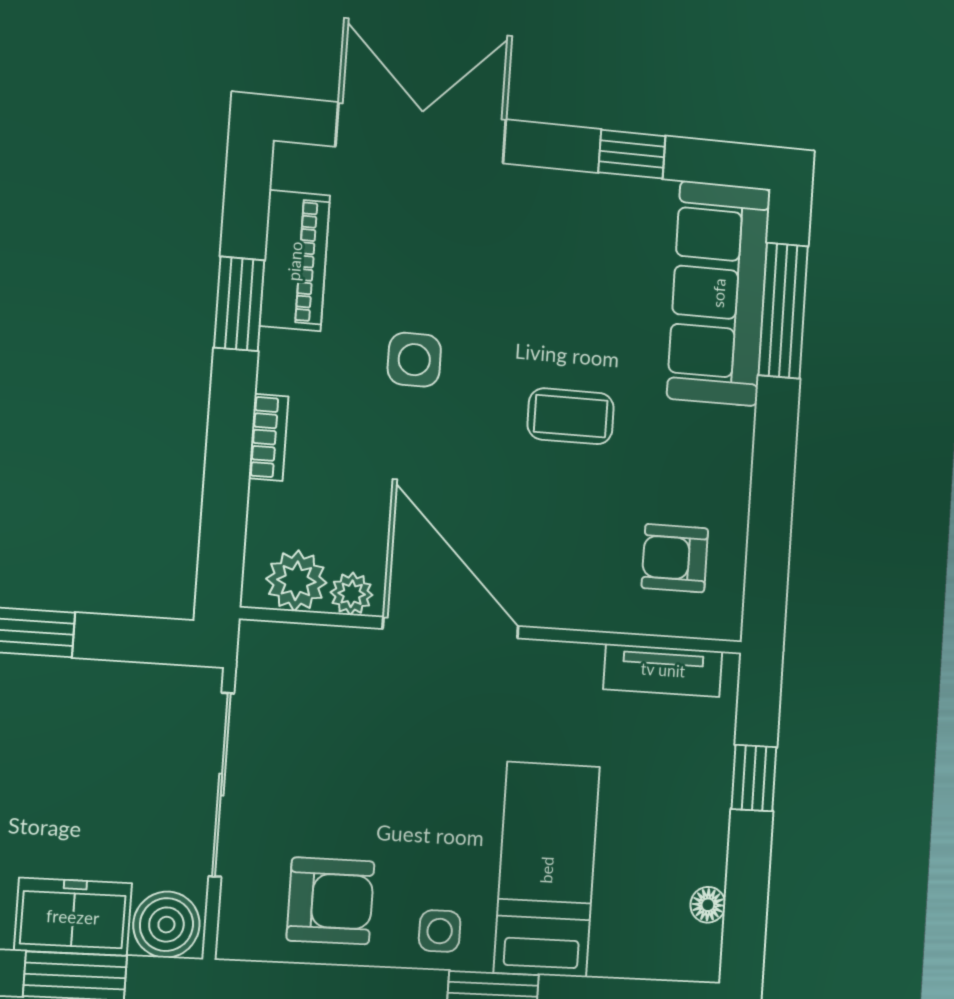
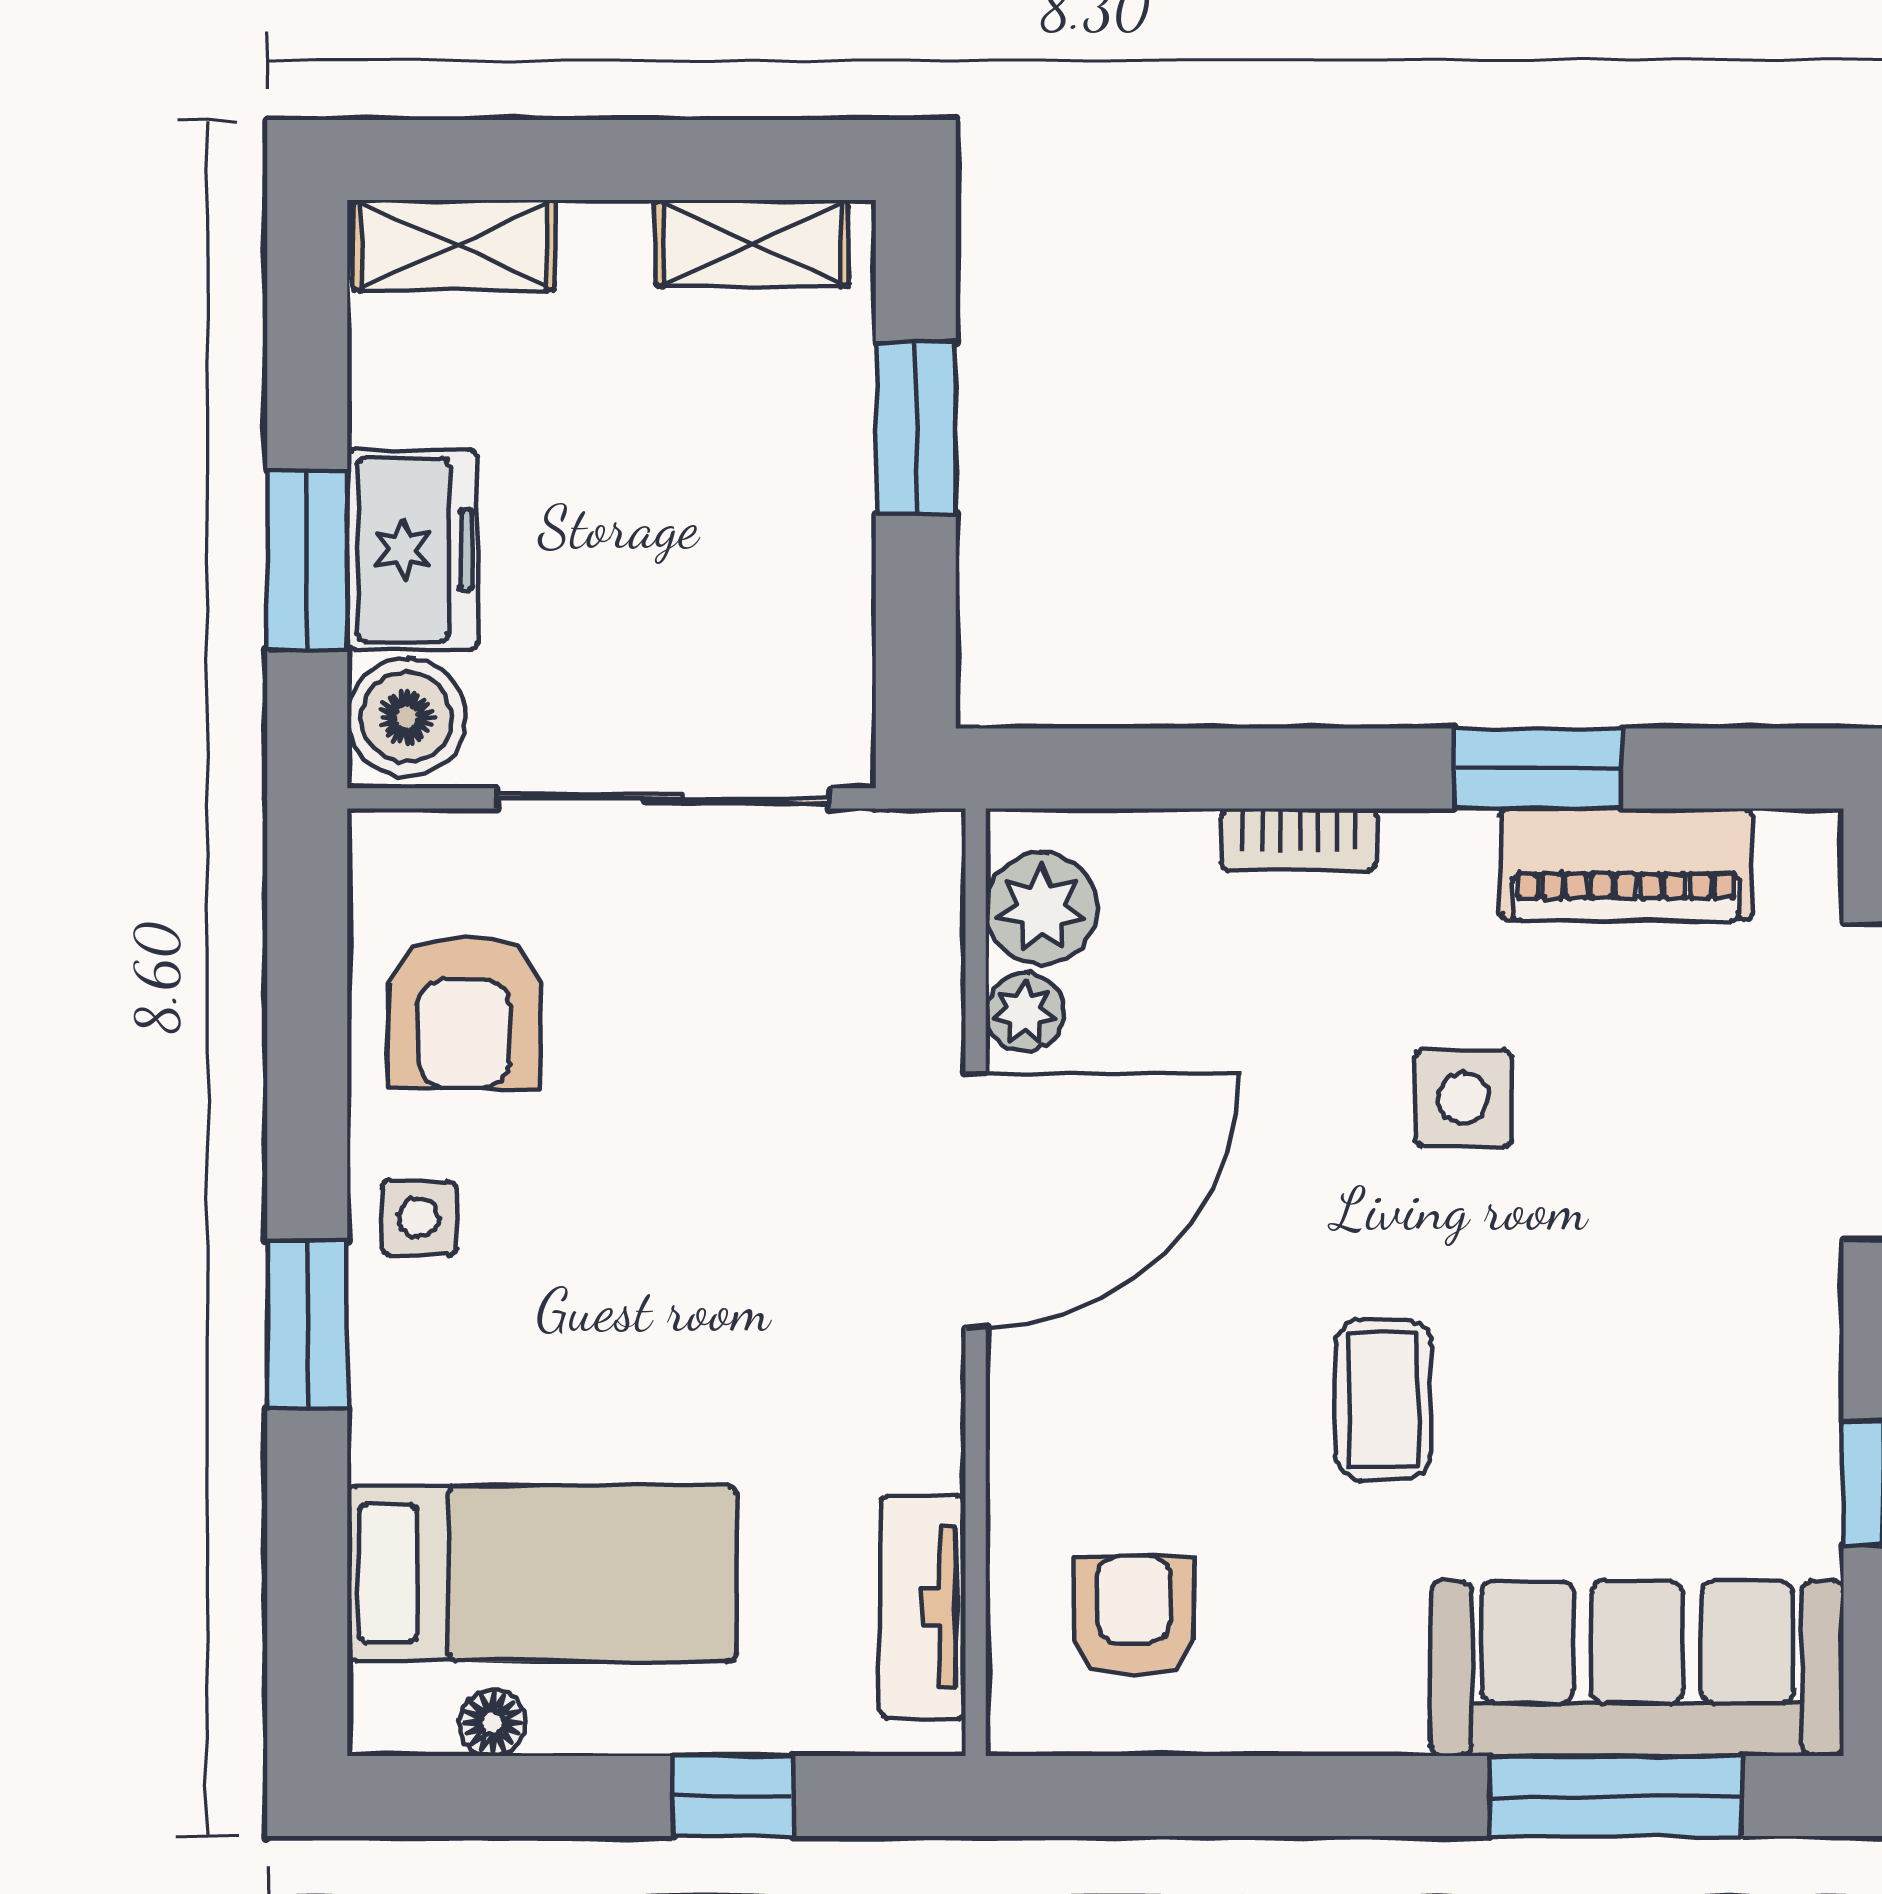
bed: (547, 870) -> (542, 1573), moved

